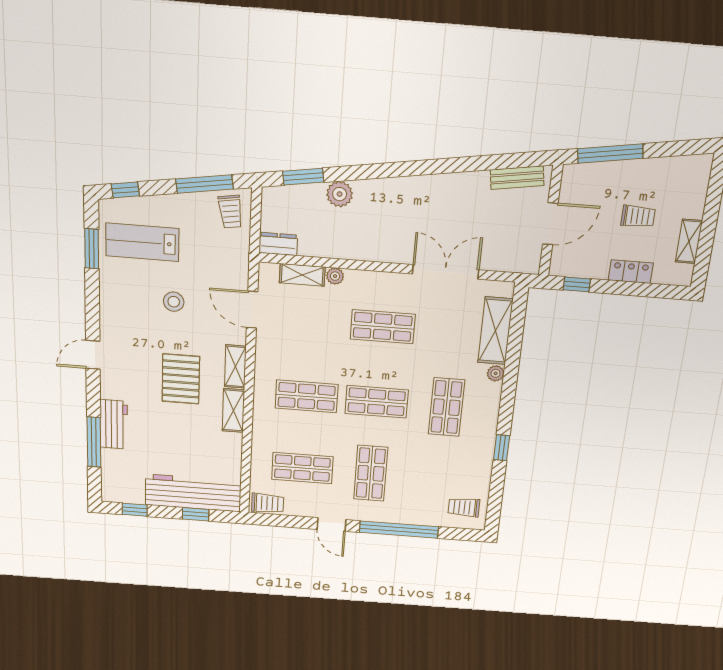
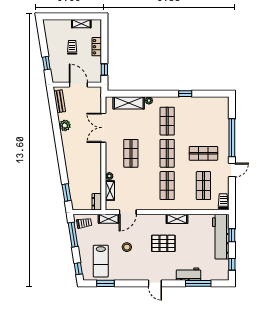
window: (610, 153) -> (46, 63), width x0.46
plant: (340, 194) -> (65, 125), moved
shelving: (235, 366) -> (109, 219), moved
shop shelf: (446, 407) -> (167, 121), turned 90
trolley: (464, 507) -> (218, 108), removed

